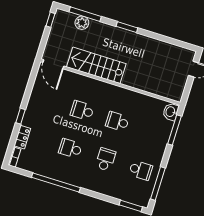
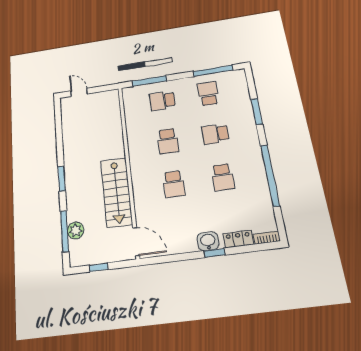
window: (51, 20) -> (99, 267), moved
door: (53, 64) -> (136, 242), hinge flipped
washbasin: (171, 112) -> (208, 241), moved, turned 180
school desk: (152, 132) -> (162, 101), added
window: (131, 206) -> (257, 112), moved

